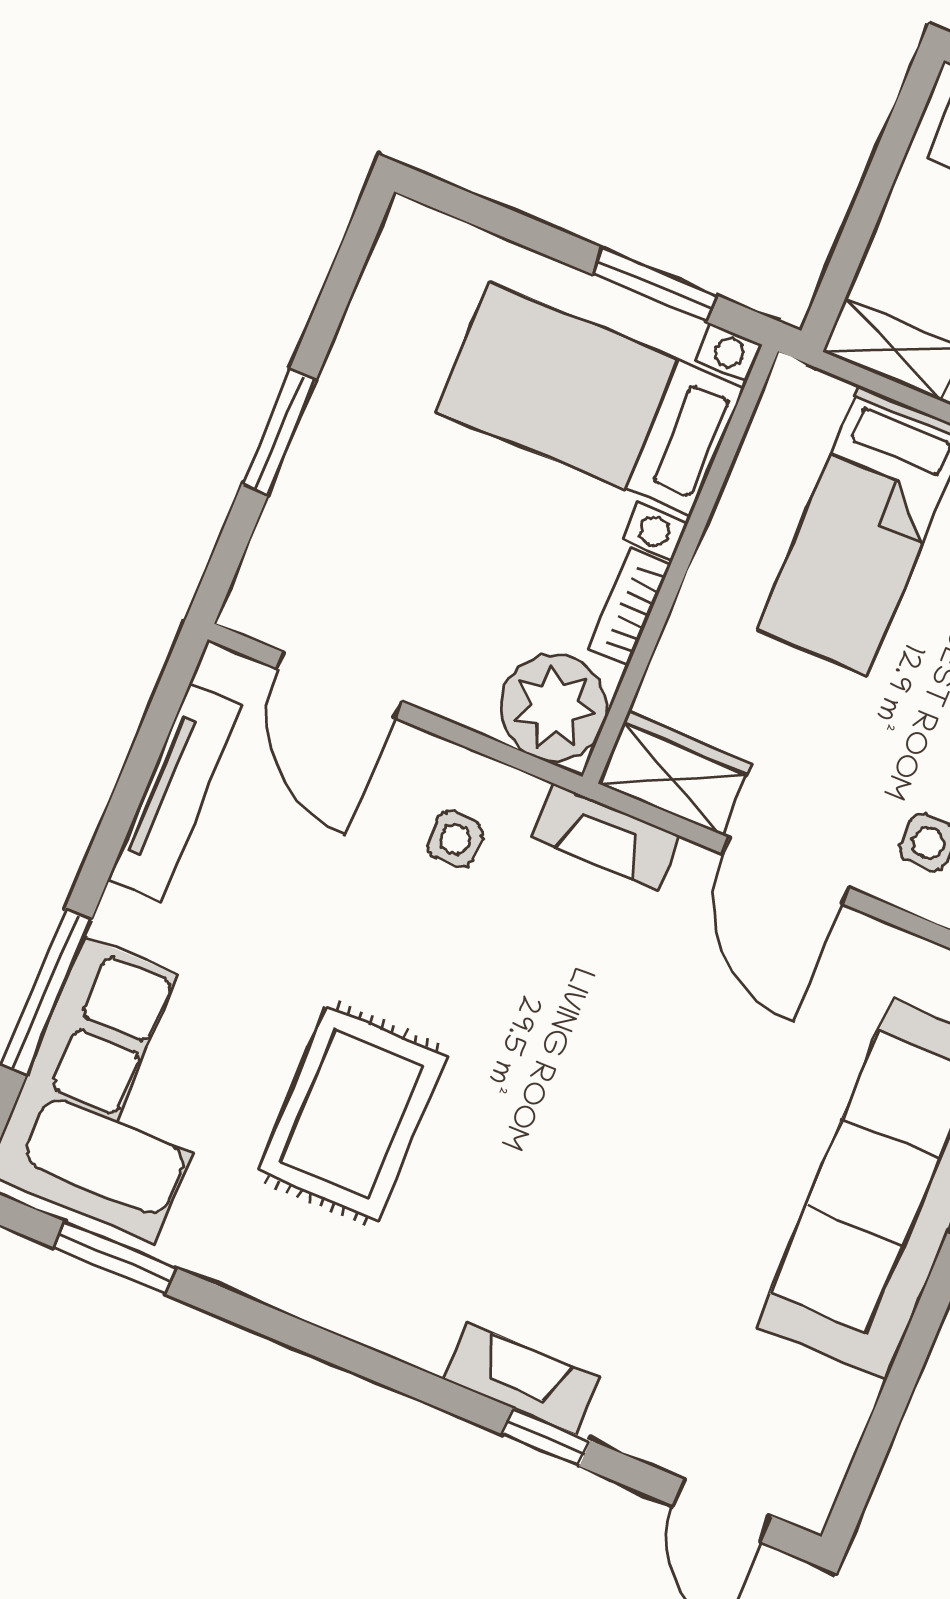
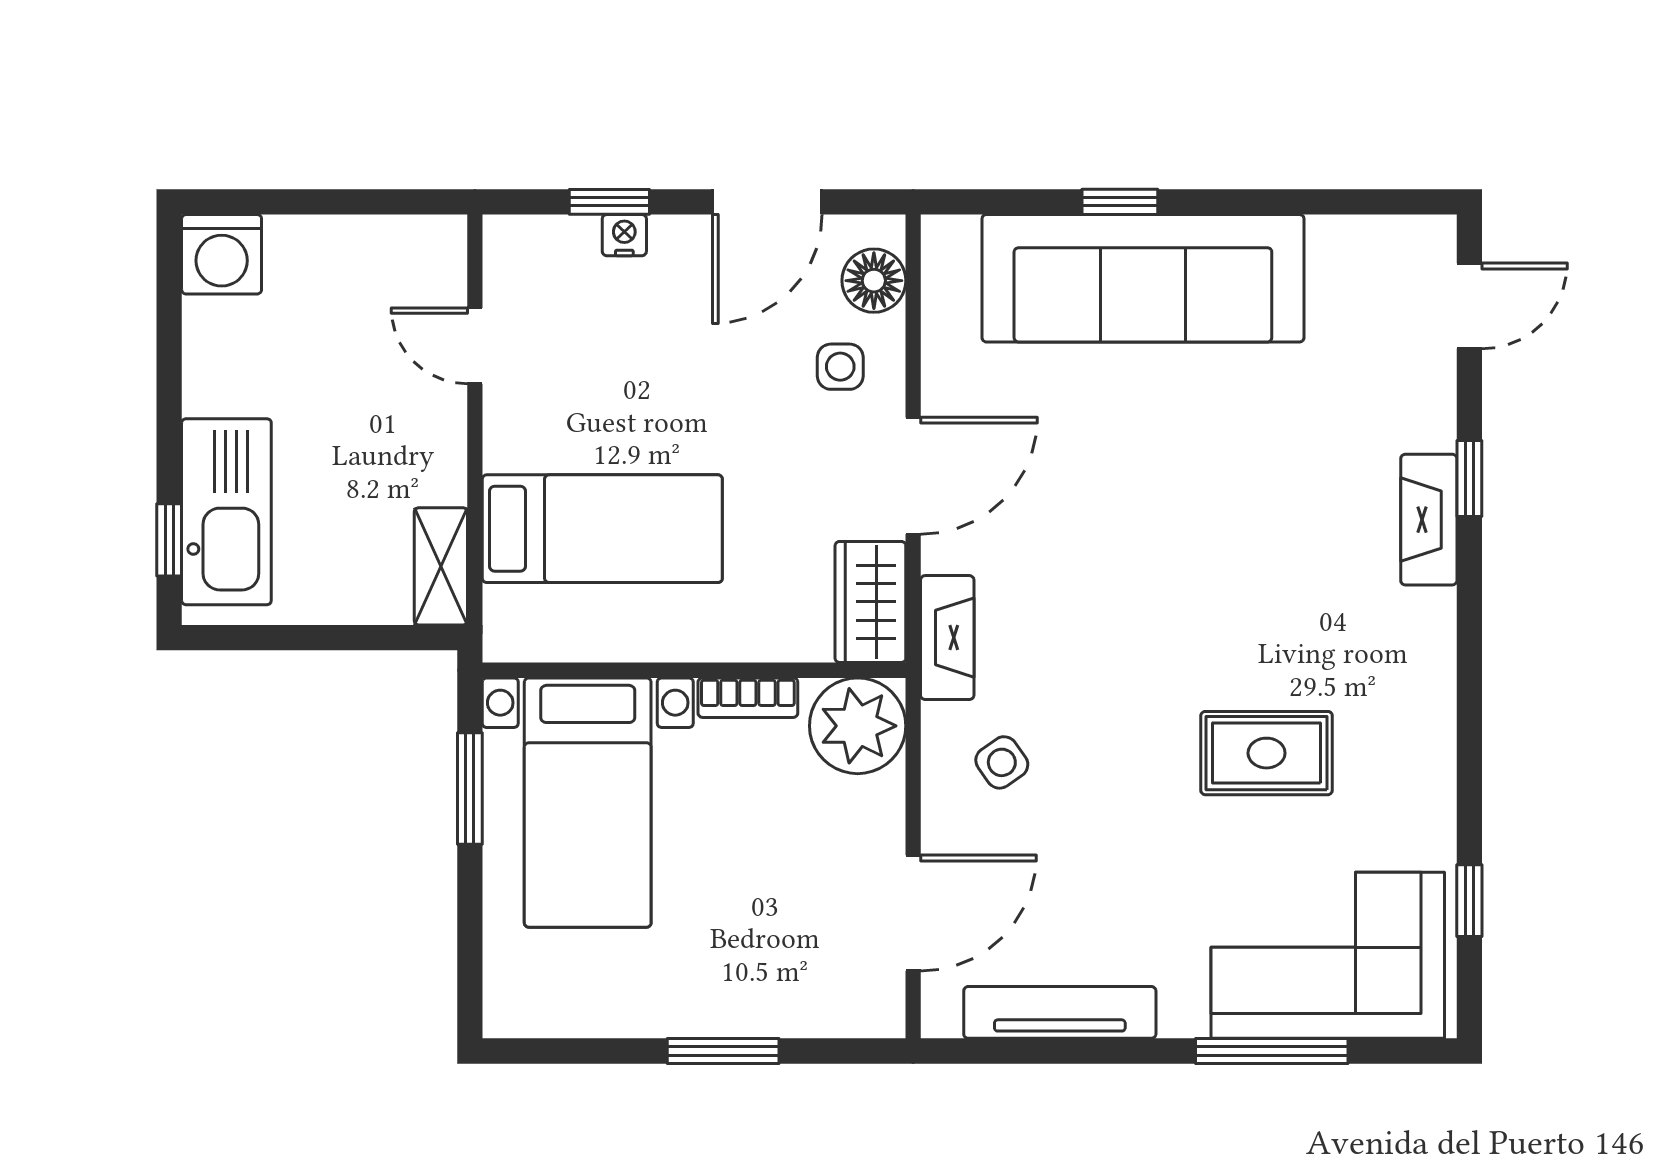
side table: (455, 839) -> (1002, 762), turned -35
rug: (352, 1114) -> (1267, 753), width x0.73, depth x0.70
window: (115, 1258) -> (1469, 901), width x0.67

